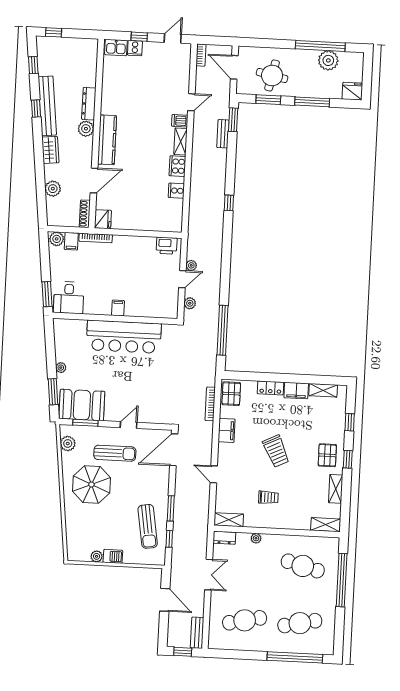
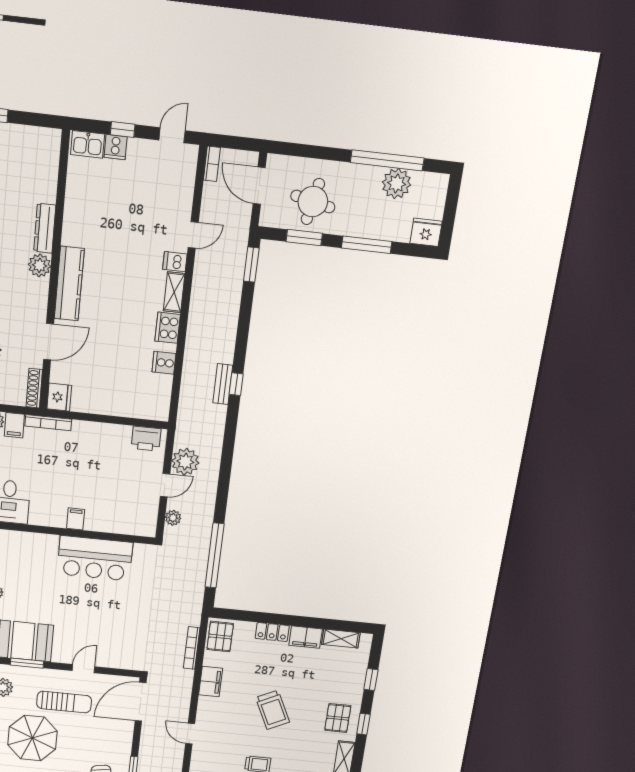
bench: (223, 134) -> (223, 384), moved
plant: (191, 265) -> (185, 462), width x1.87, depth x1.87
bar counter: (124, 337) -> (95, 558), width x0.73

